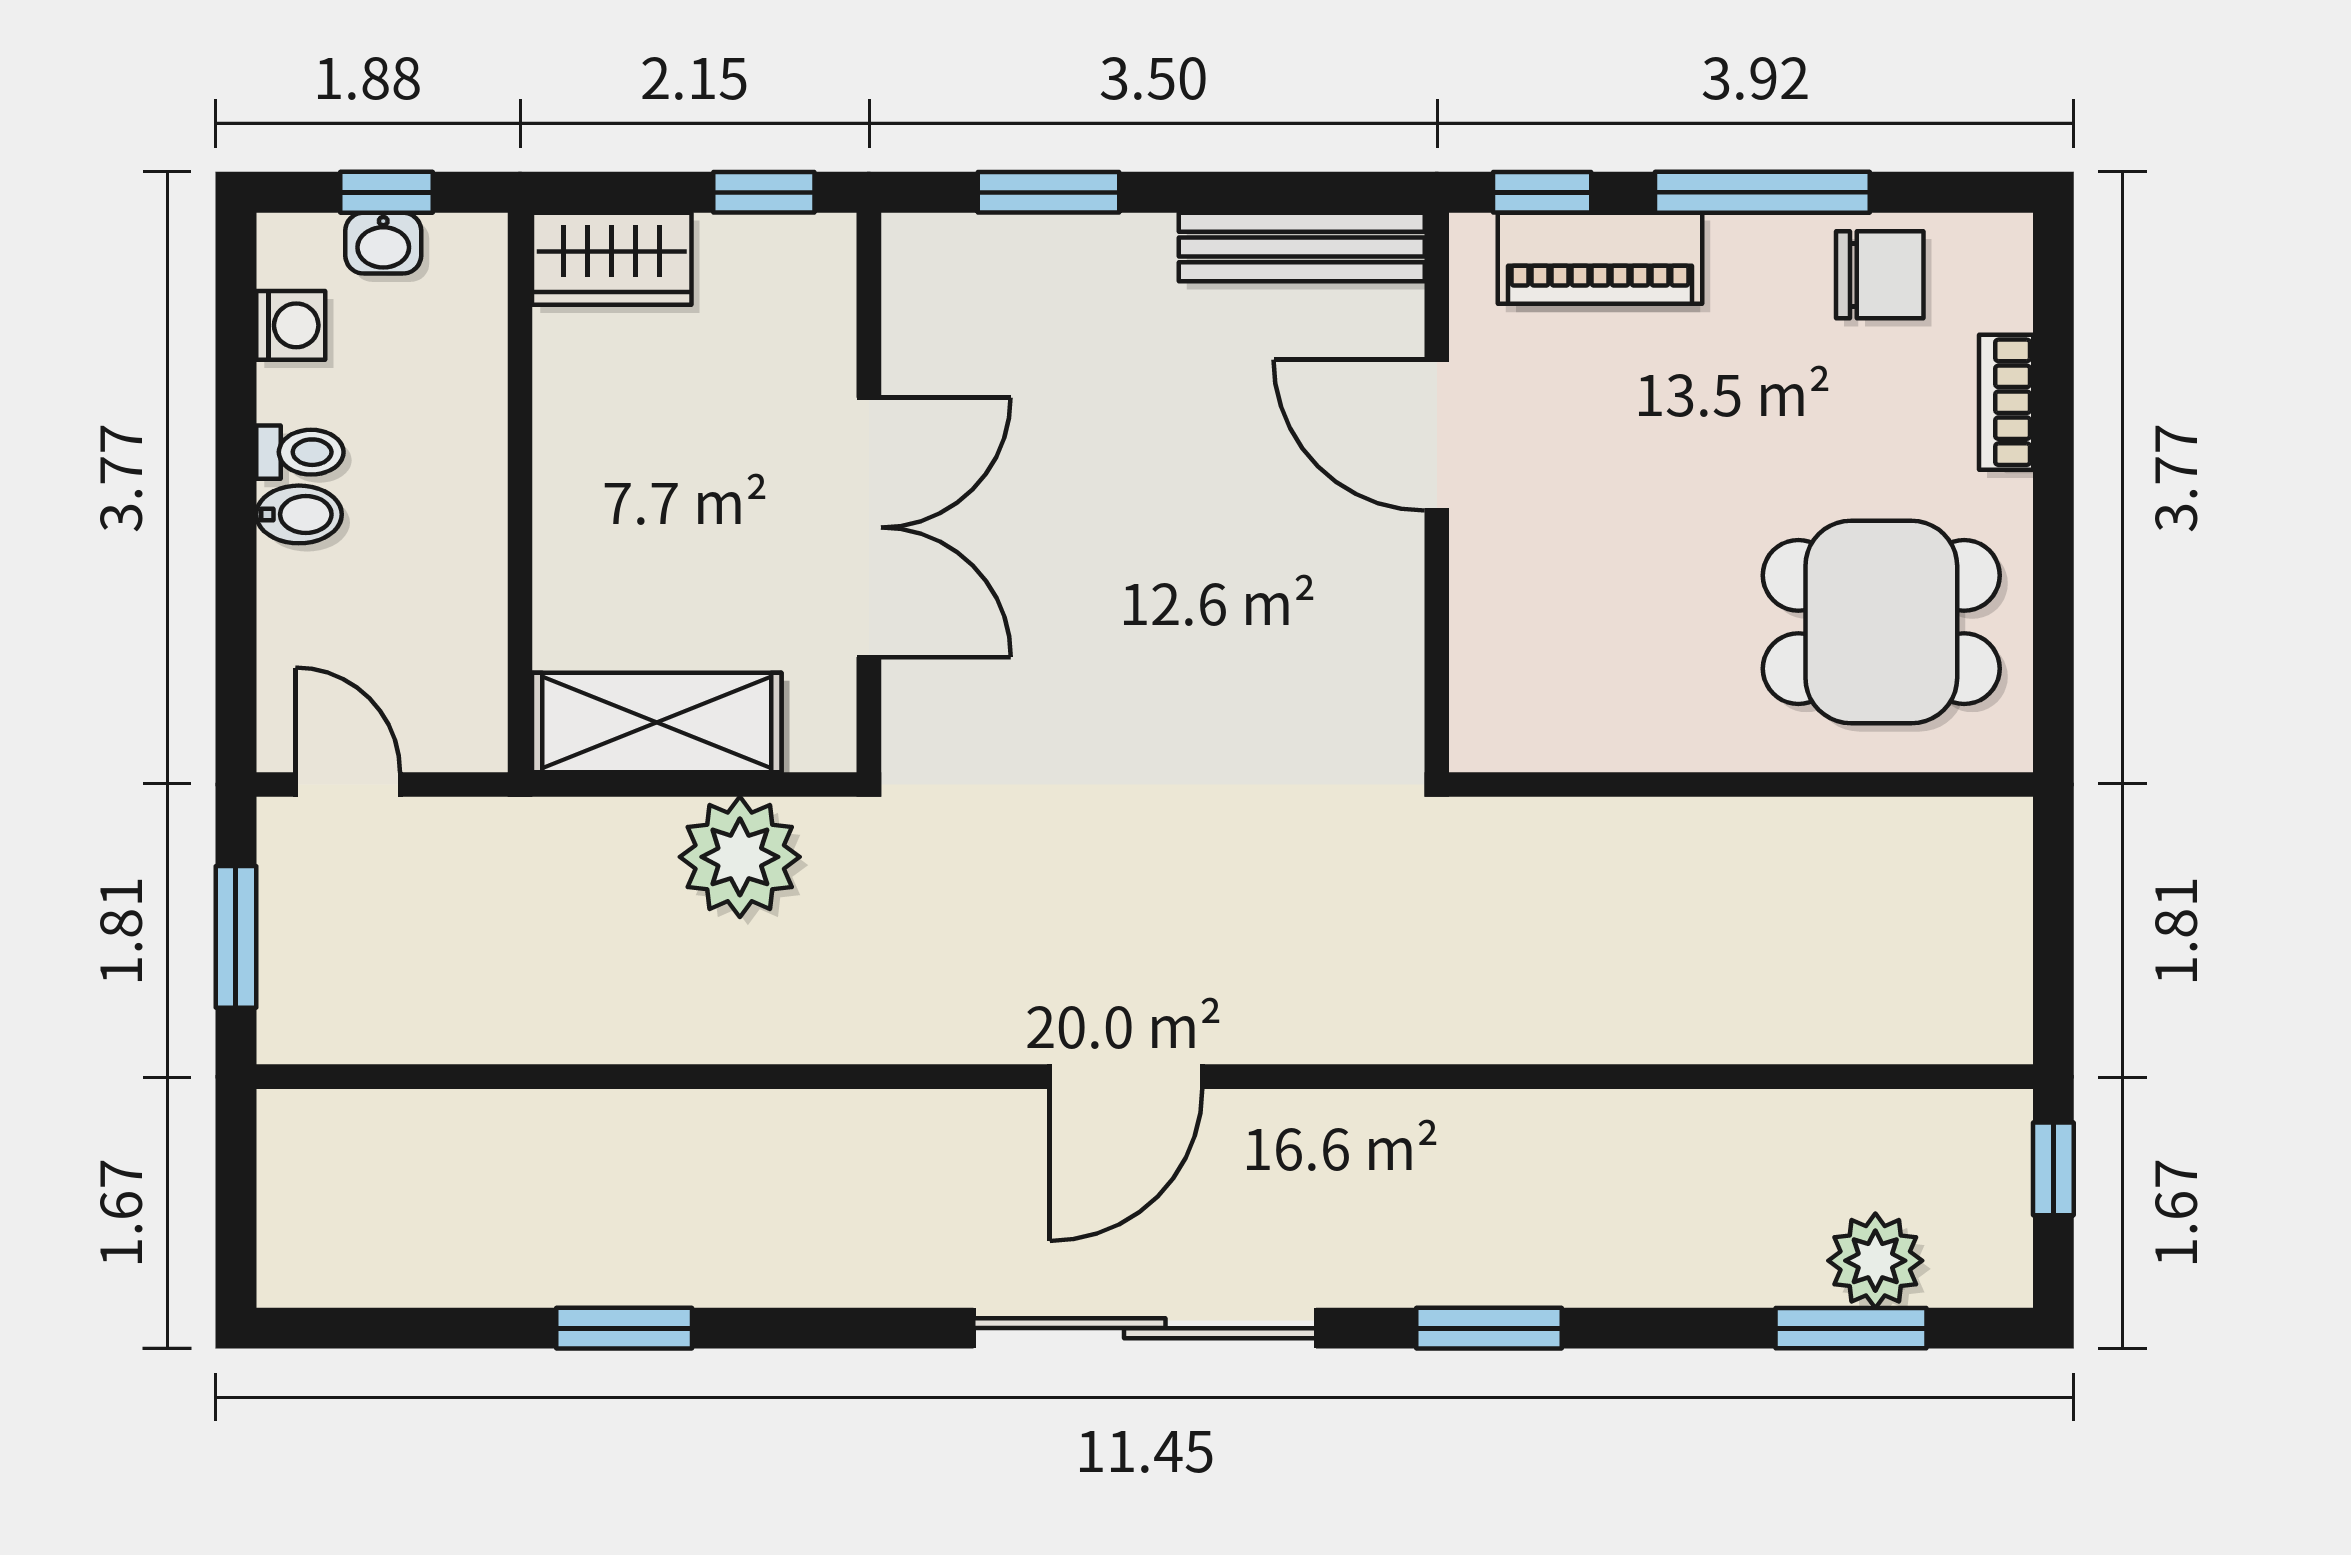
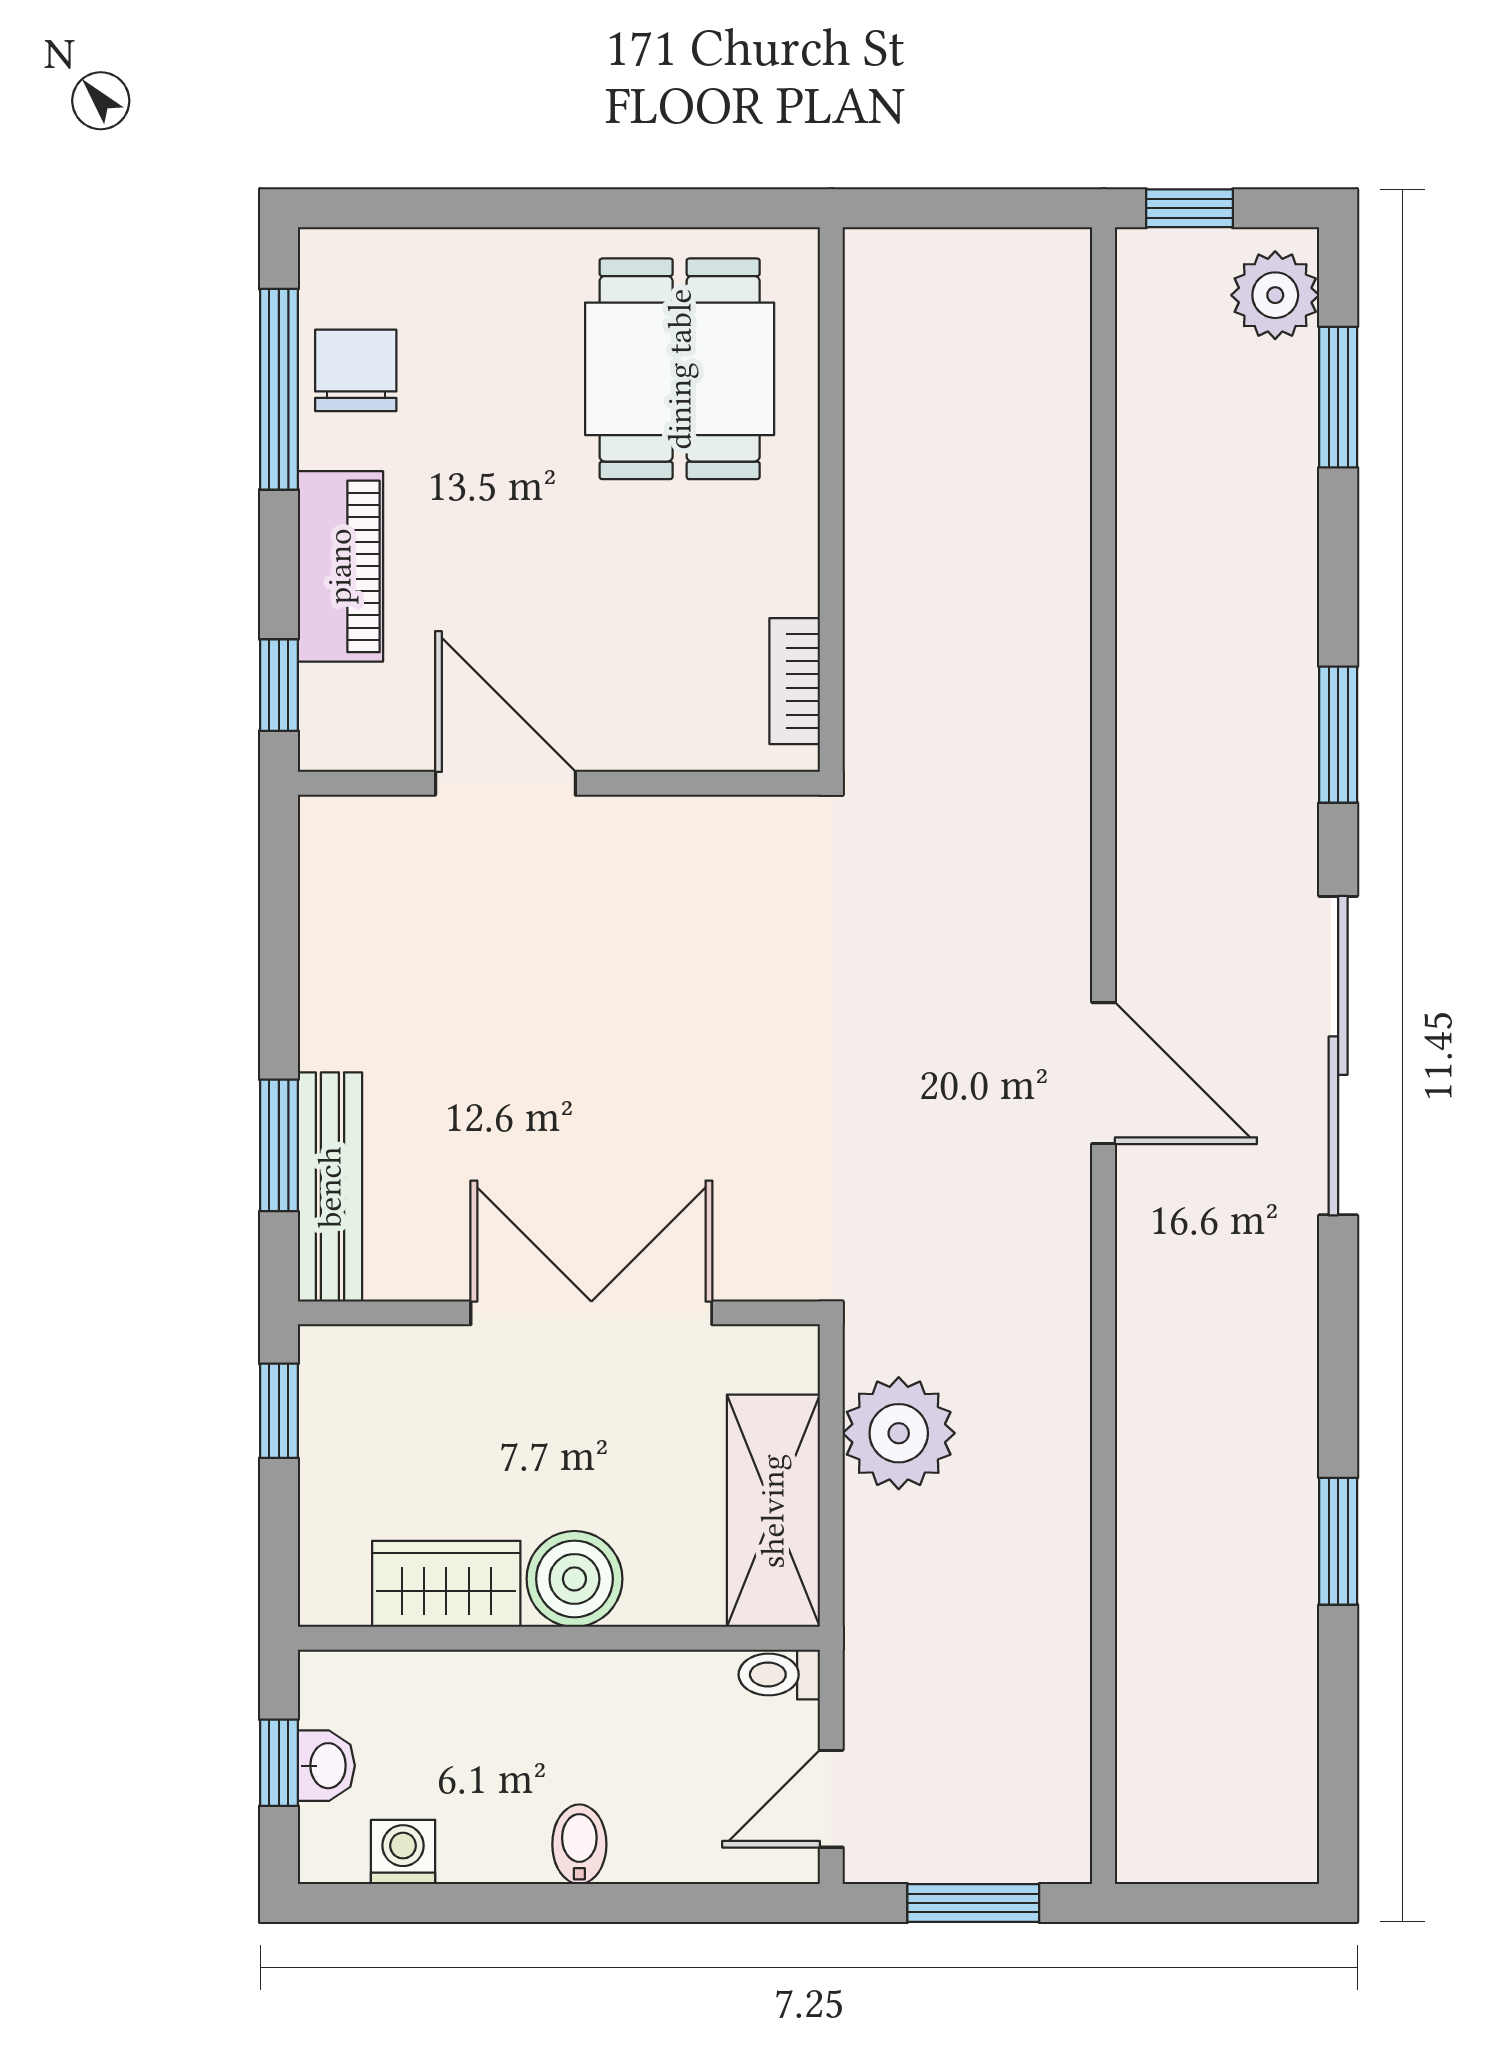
window: (1762, 192) -> (279, 389), moved
bench: (1302, 247) -> (330, 1187), moved
piano: (1600, 258) -> (340, 566), moved
wardrobe: (612, 259) -> (446, 1584), moved, turned -90
bookcase: (2006, 402) -> (795, 681), moved, turned 90
door: (1437, 435) -> (505, 783), swing flipped
toilet: (300, 452) -> (779, 1675), moved, turned -90
boiler: (584, 509) -> (574, 1579), added
plant: (1875, 1261) -> (1275, 295), moved

